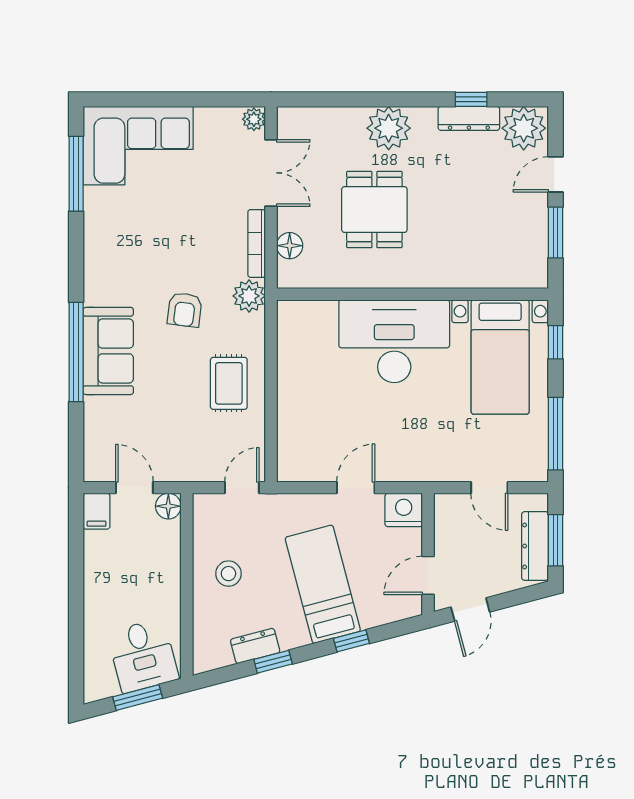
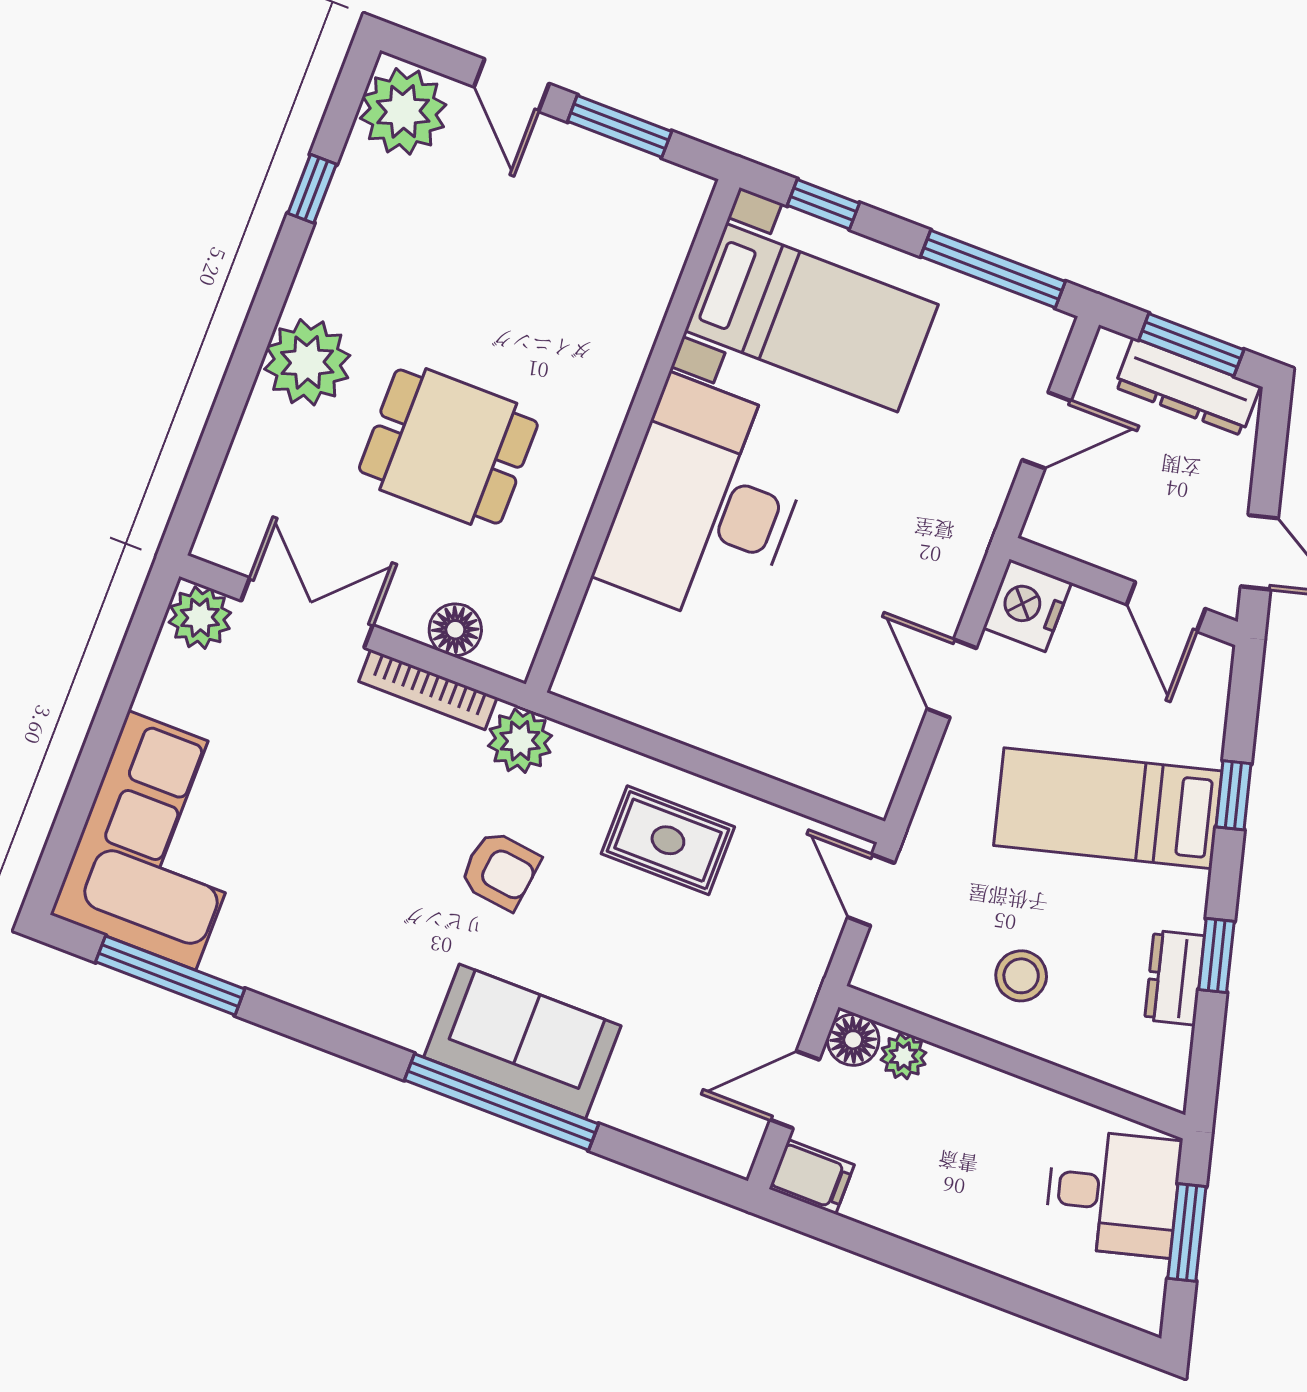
dresser: (469, 118) -> (346, 206), removed
plant: (254, 119) -> (200, 618), width x1.38, depth x1.38
plant: (170, 533) -> (904, 1056), added

